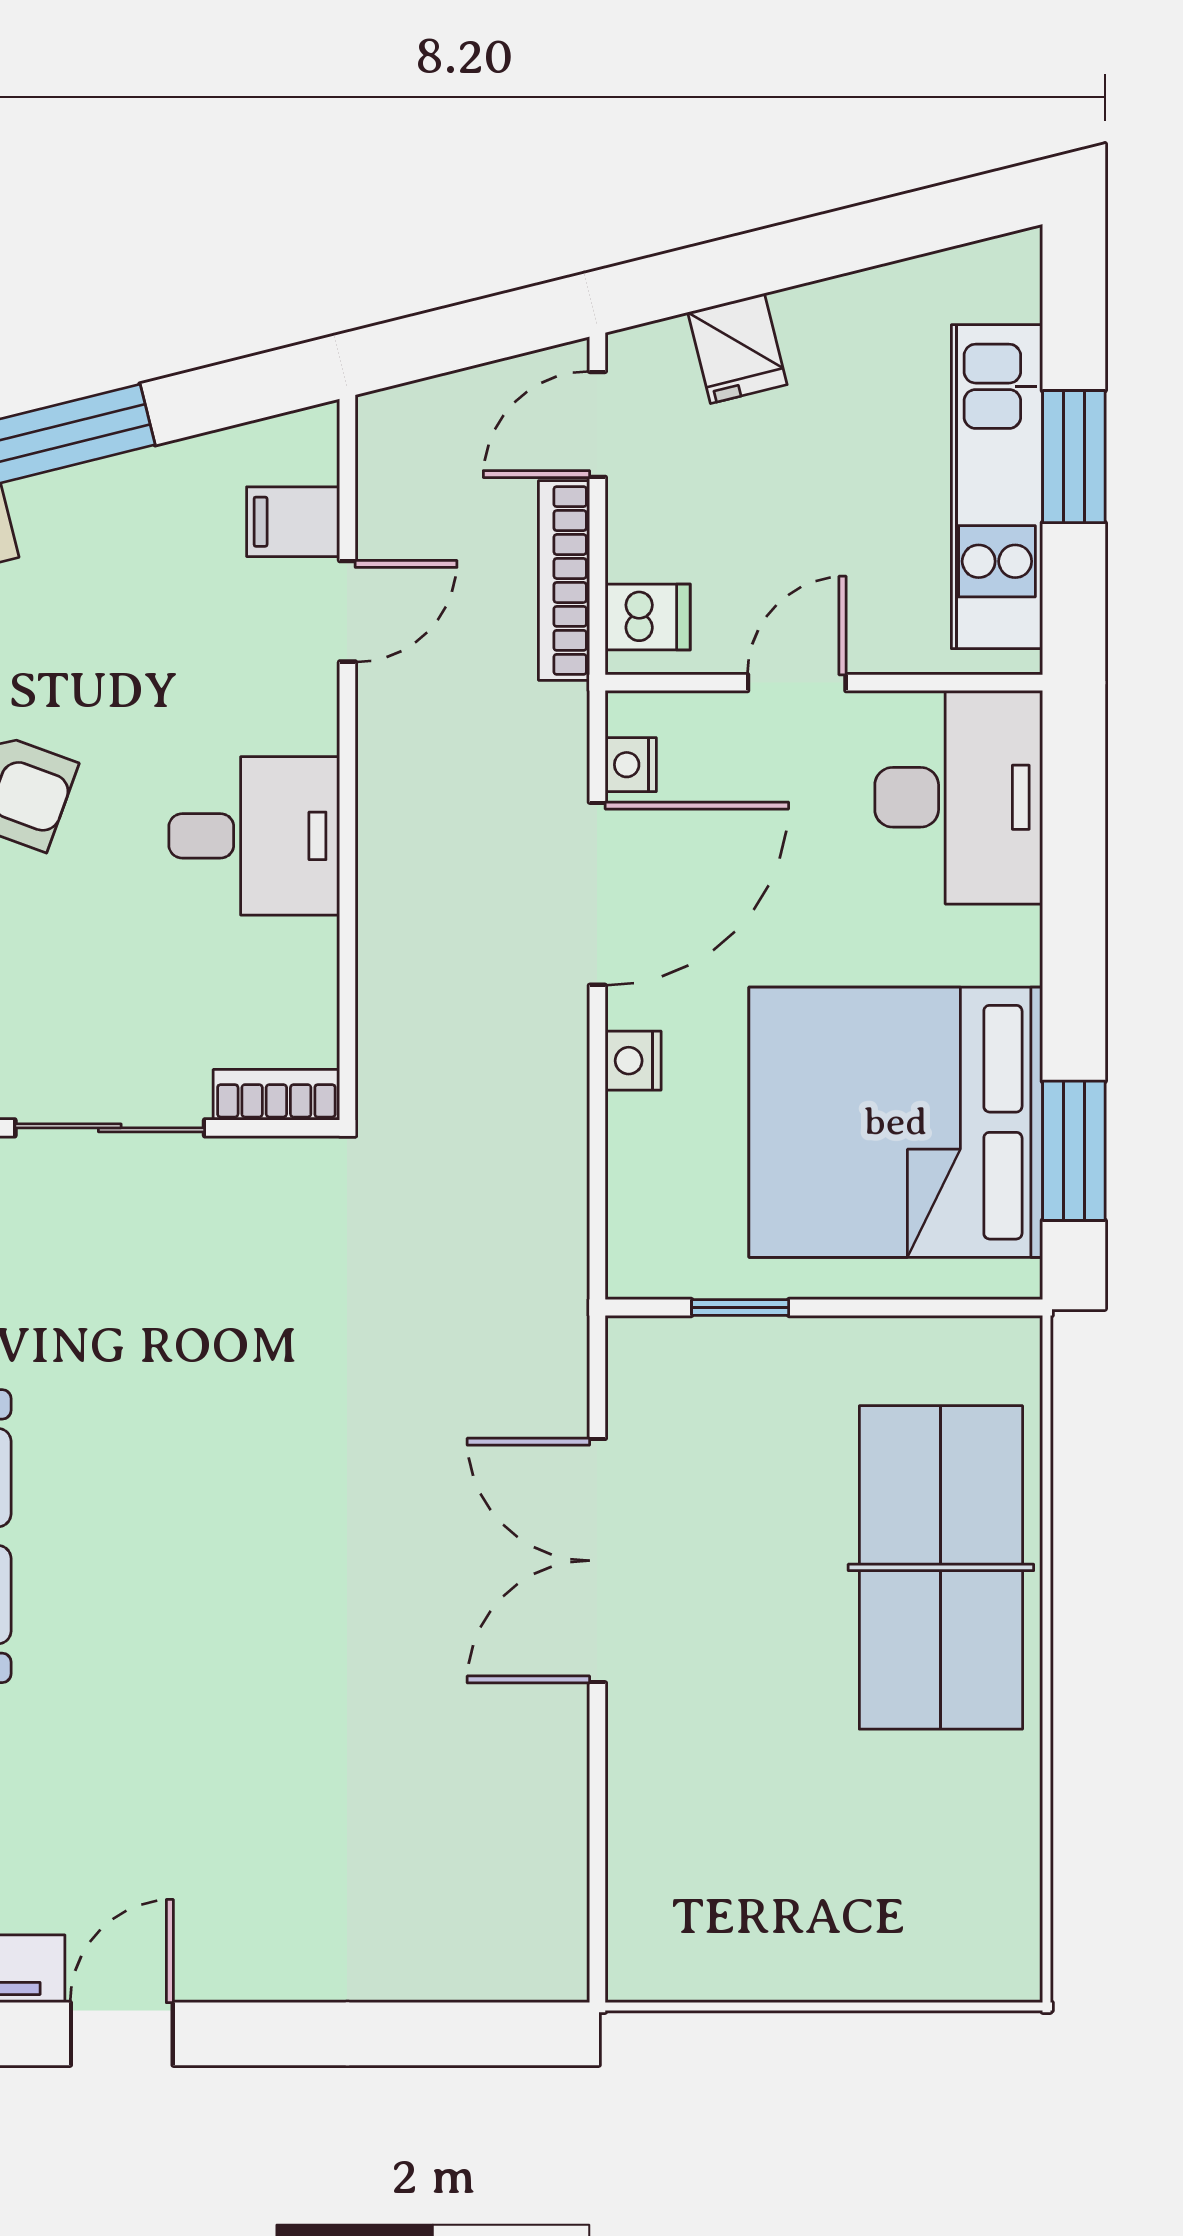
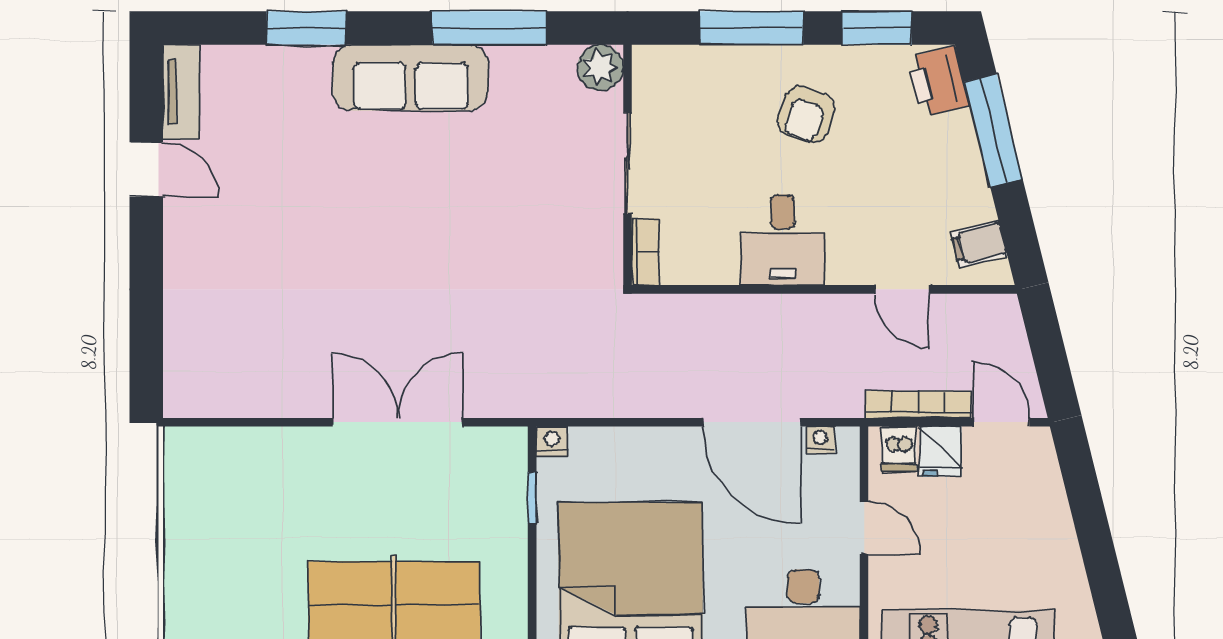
fridge: (737, 348) -> (941, 451), moved, turned -76
filing cabinet: (293, 522) -> (979, 244), moved, turned -104
nightstand: (633, 1061) -> (552, 441), moved

